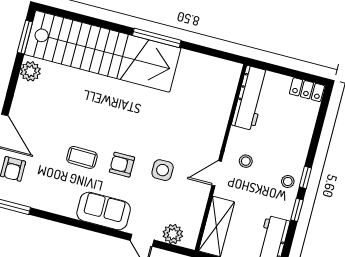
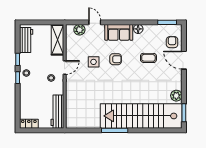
coffee table: (82, 157) -> (148, 58), moved
floor lamp: (67, 208) -> (138, 29), added

